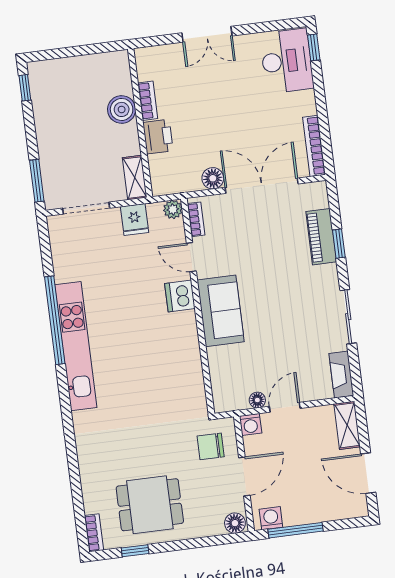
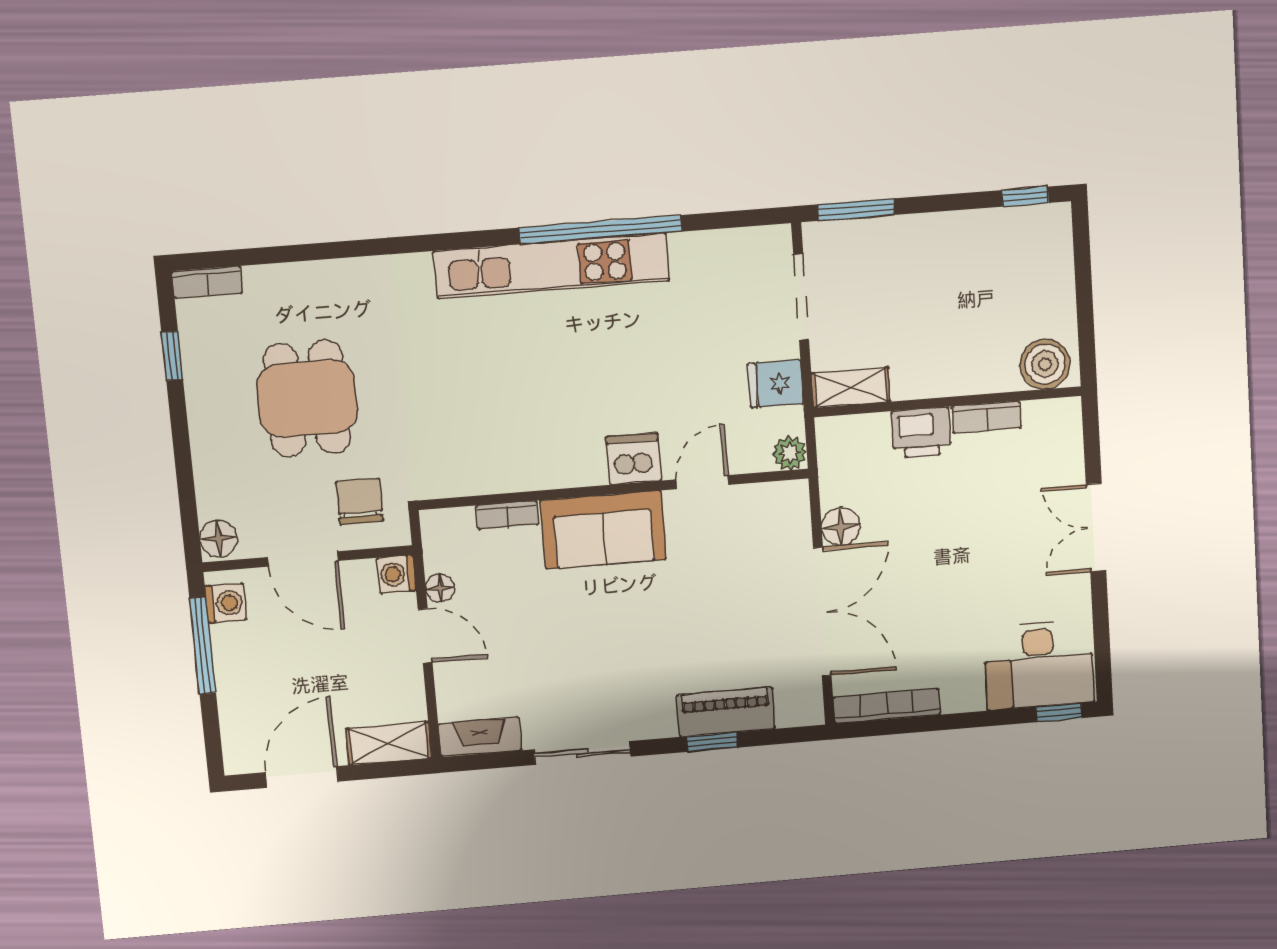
boiler: (122, 109) -> (1045, 364), moved
bookcase: (196, 219) -> (507, 515), moved
dining table: (150, 505) -> (307, 399), moved

